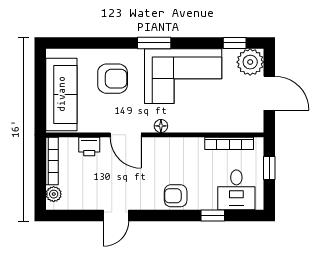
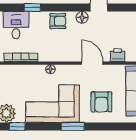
armchair: (113, 79) -> (101, 102), turned -90
floor lamp: (161, 126) -> (50, 69), moved
floor lamp: (140, 201) -> (82, 17), added

